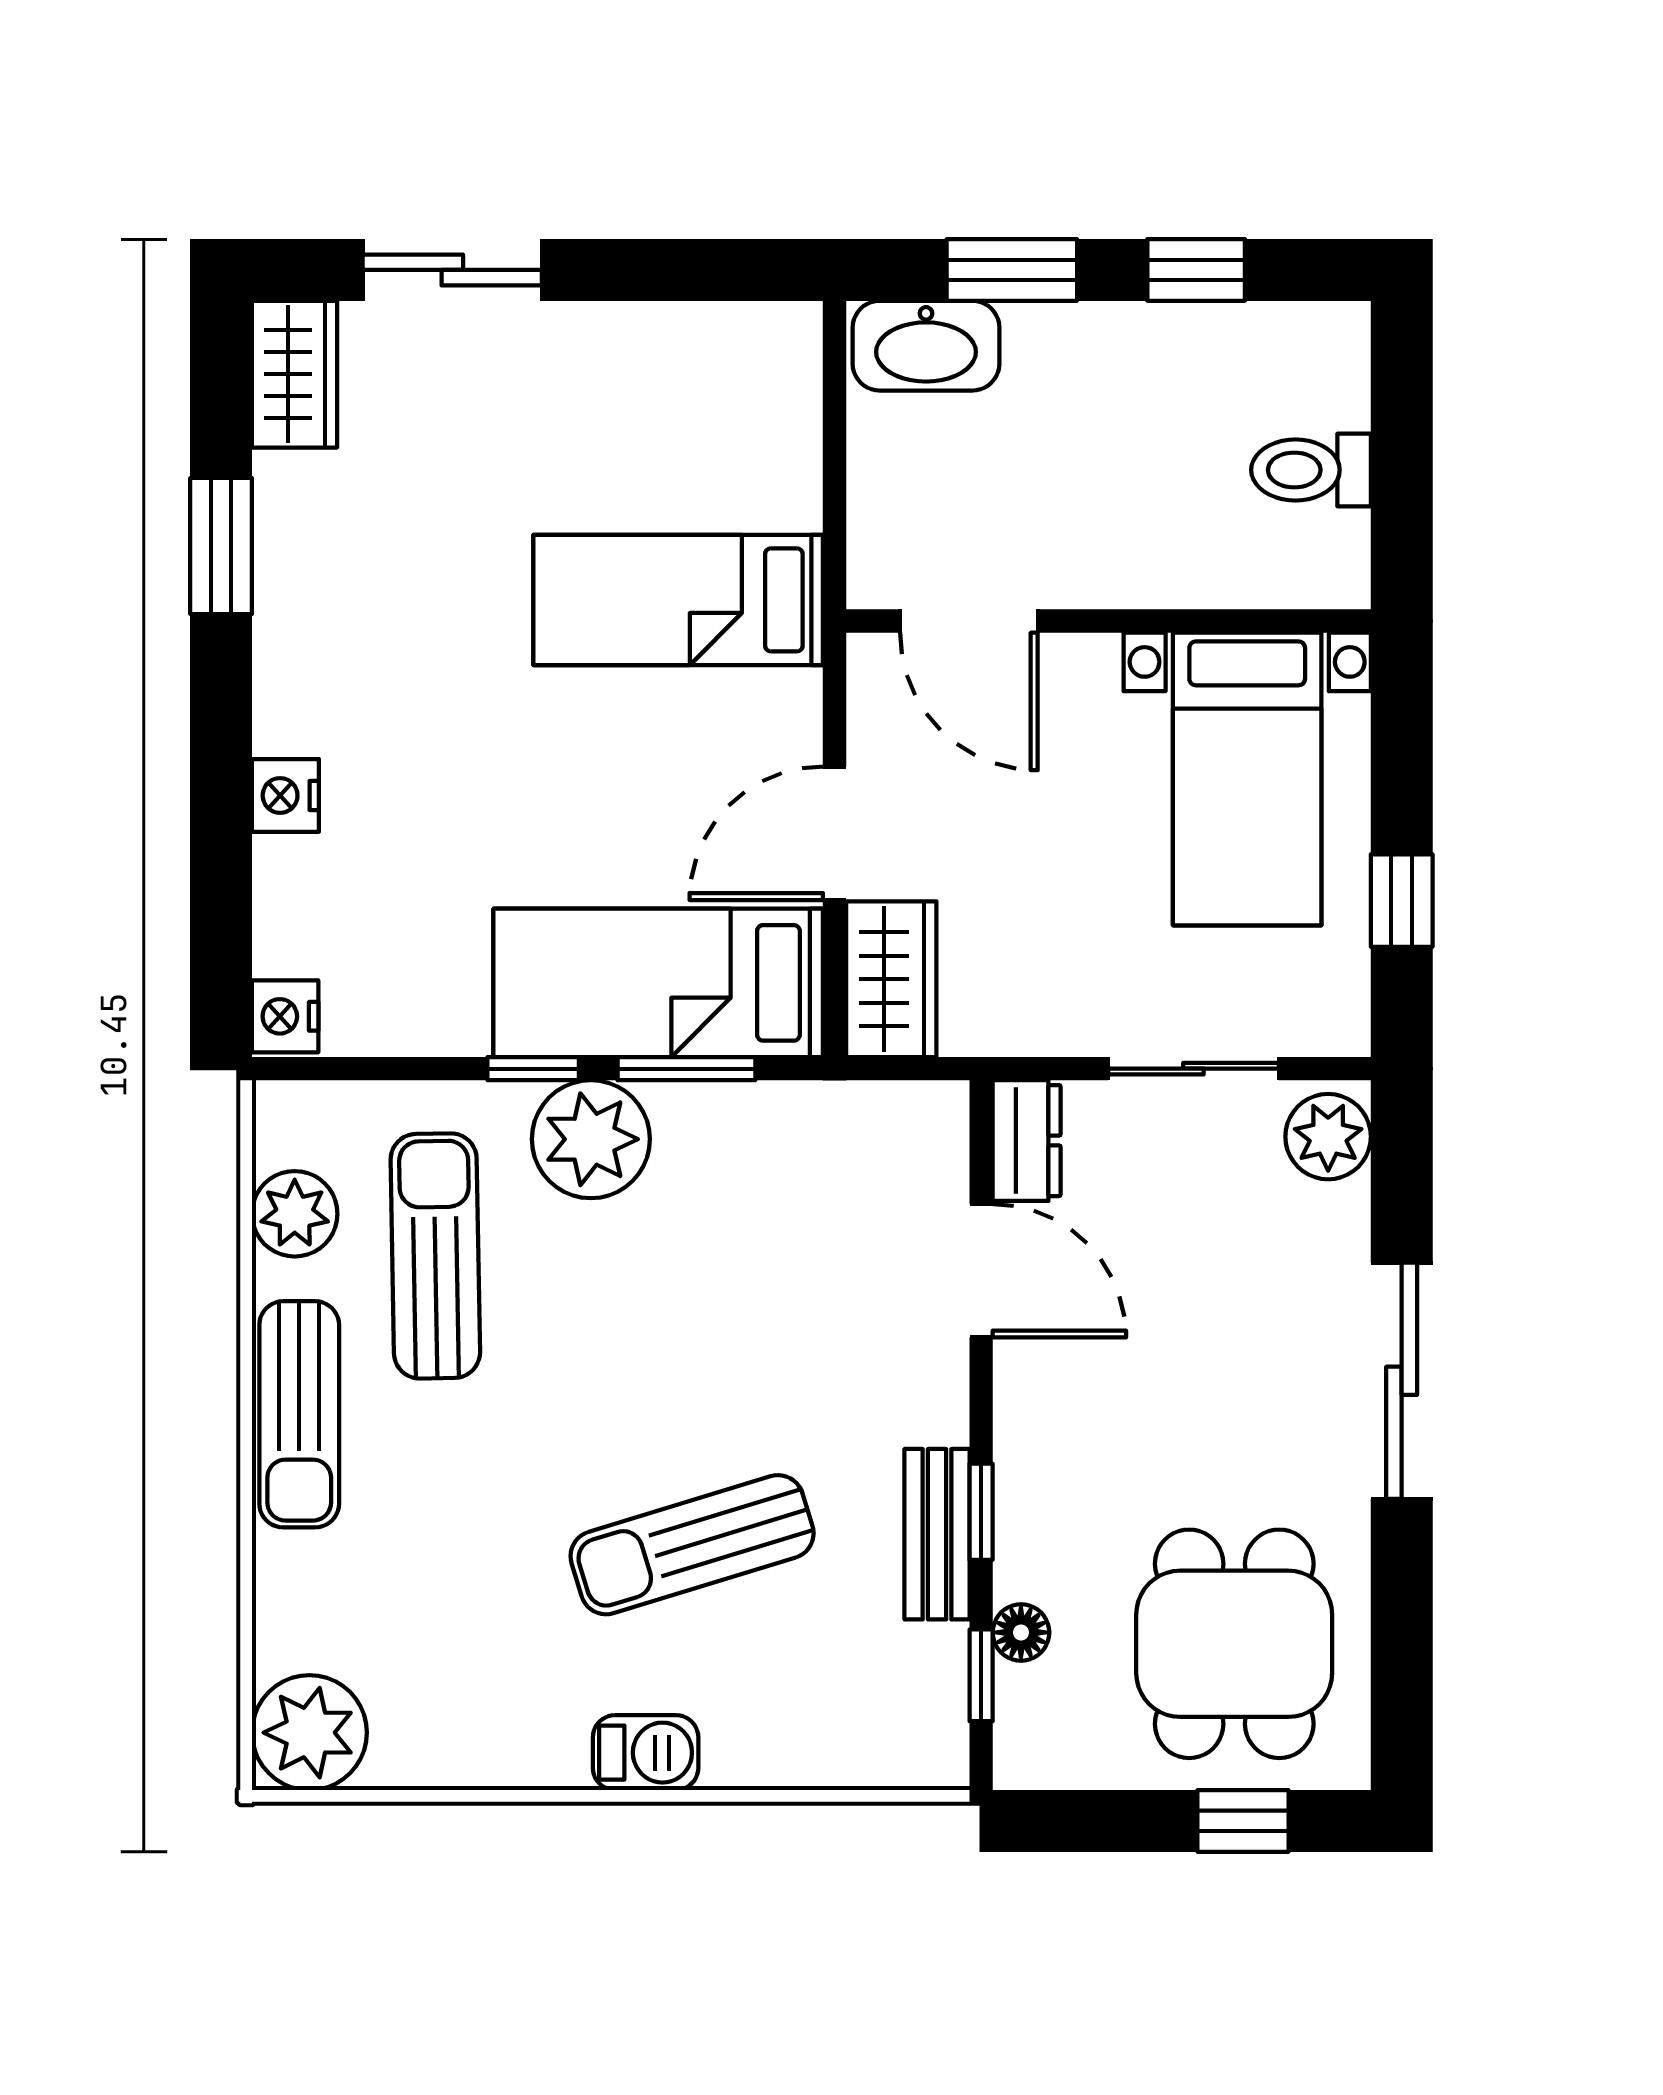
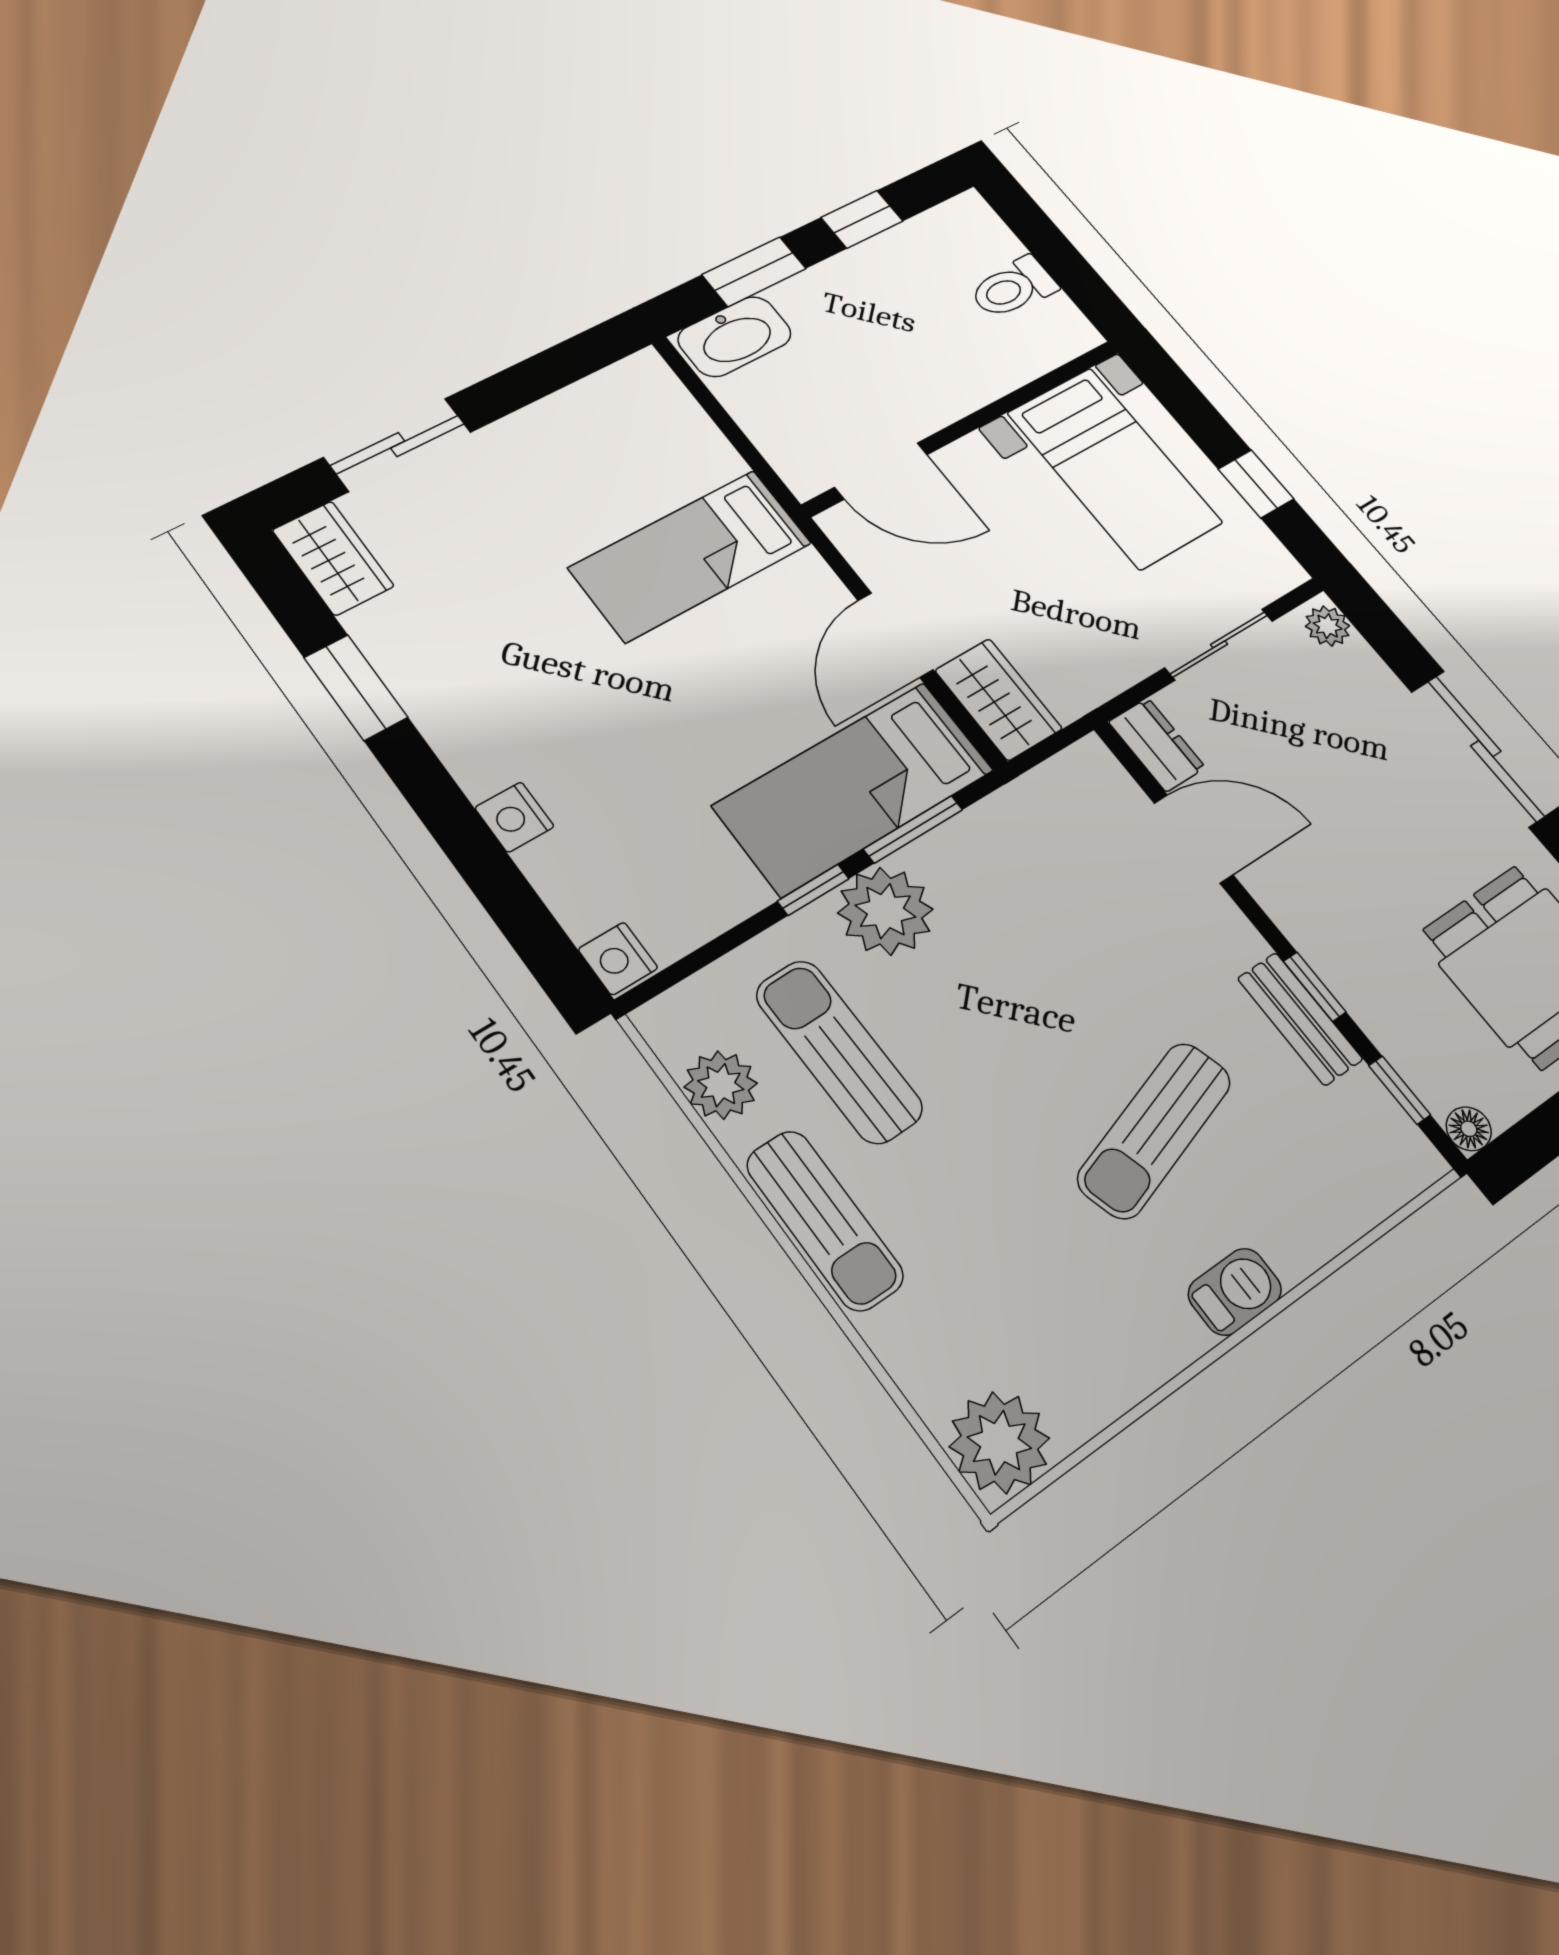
plant: (1328, 1137) -> (1328, 626), width x0.73, depth x0.73
floor lamp: (1021, 1632) -> (1469, 1129), moved

